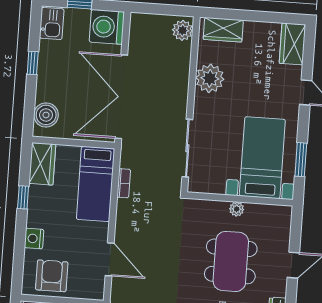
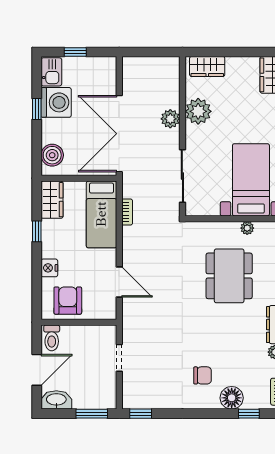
washing machine: (107, 27) -> (56, 102), moved, turned 180
plant: (183, 30) -> (170, 119), moved
plant: (237, 209) -> (247, 228), moved

